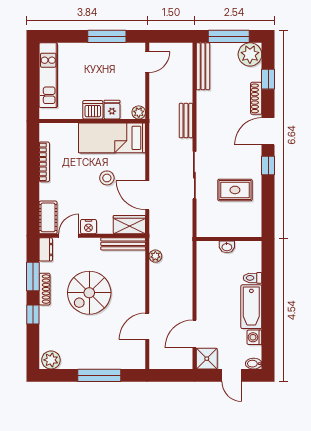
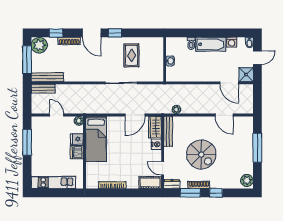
door: (147, 62) -> (57, 115), moved
bench: (186, 121) -> (43, 89), moved
stool: (107, 178) -> (123, 142), removed
nightstand: (88, 227) -> (156, 144), moved

